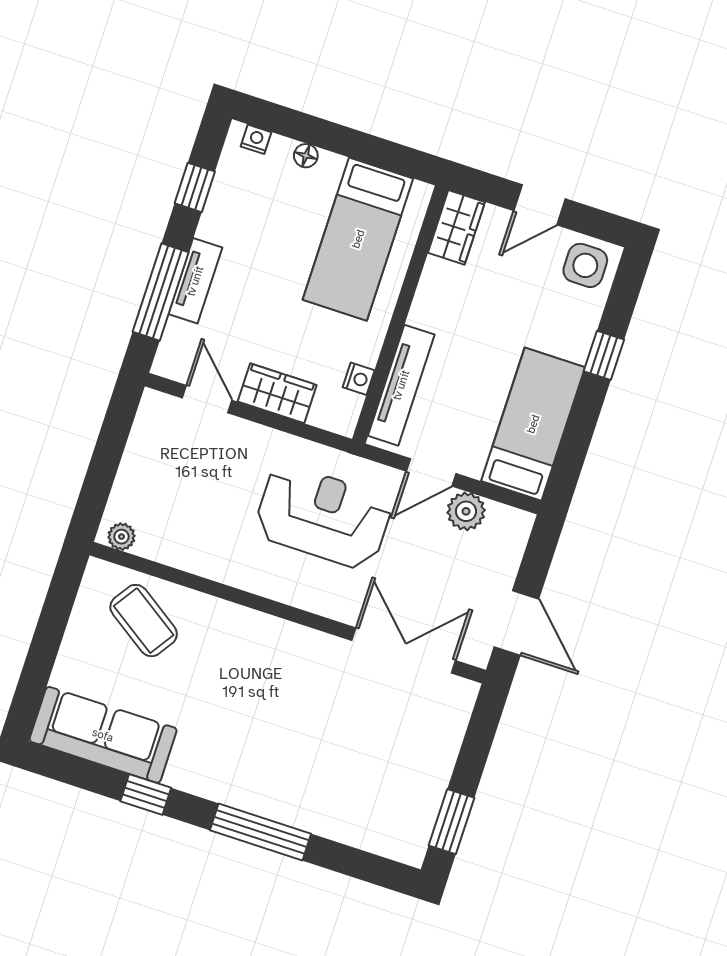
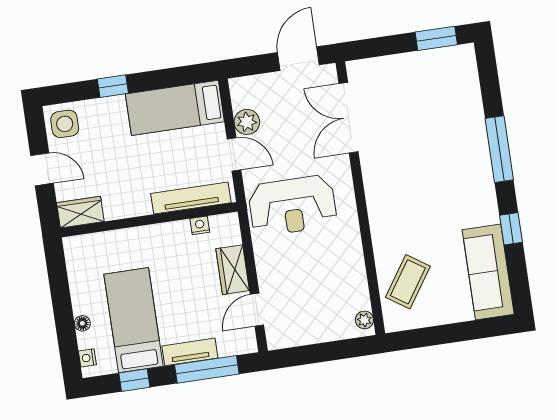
bed: (358, 239) -> (133, 320), moved, turned -90
reception desk: (323, 516) -> (292, 206), turned -90

